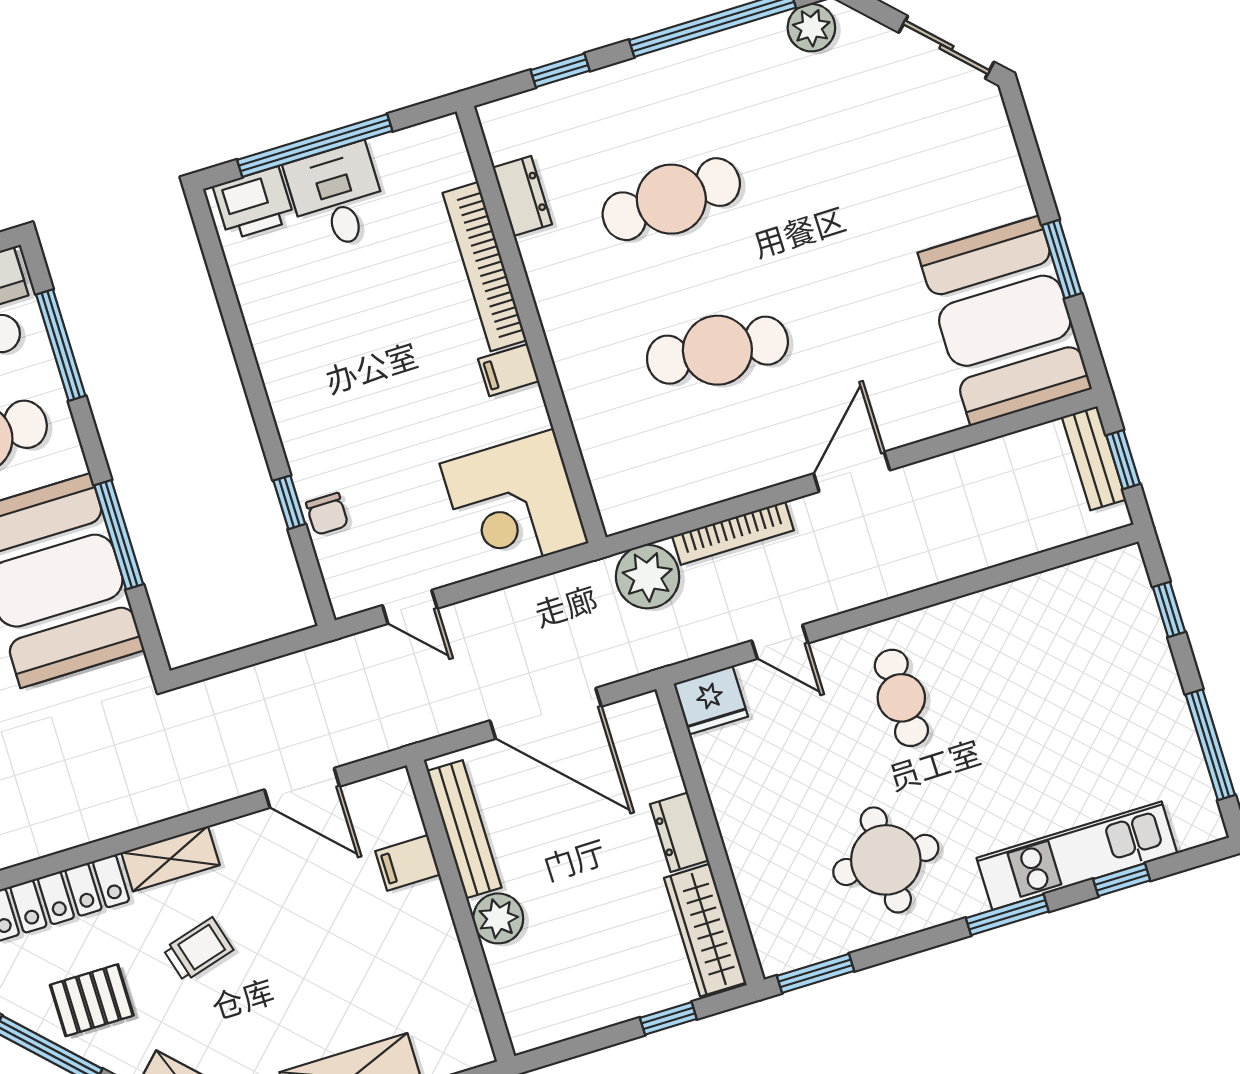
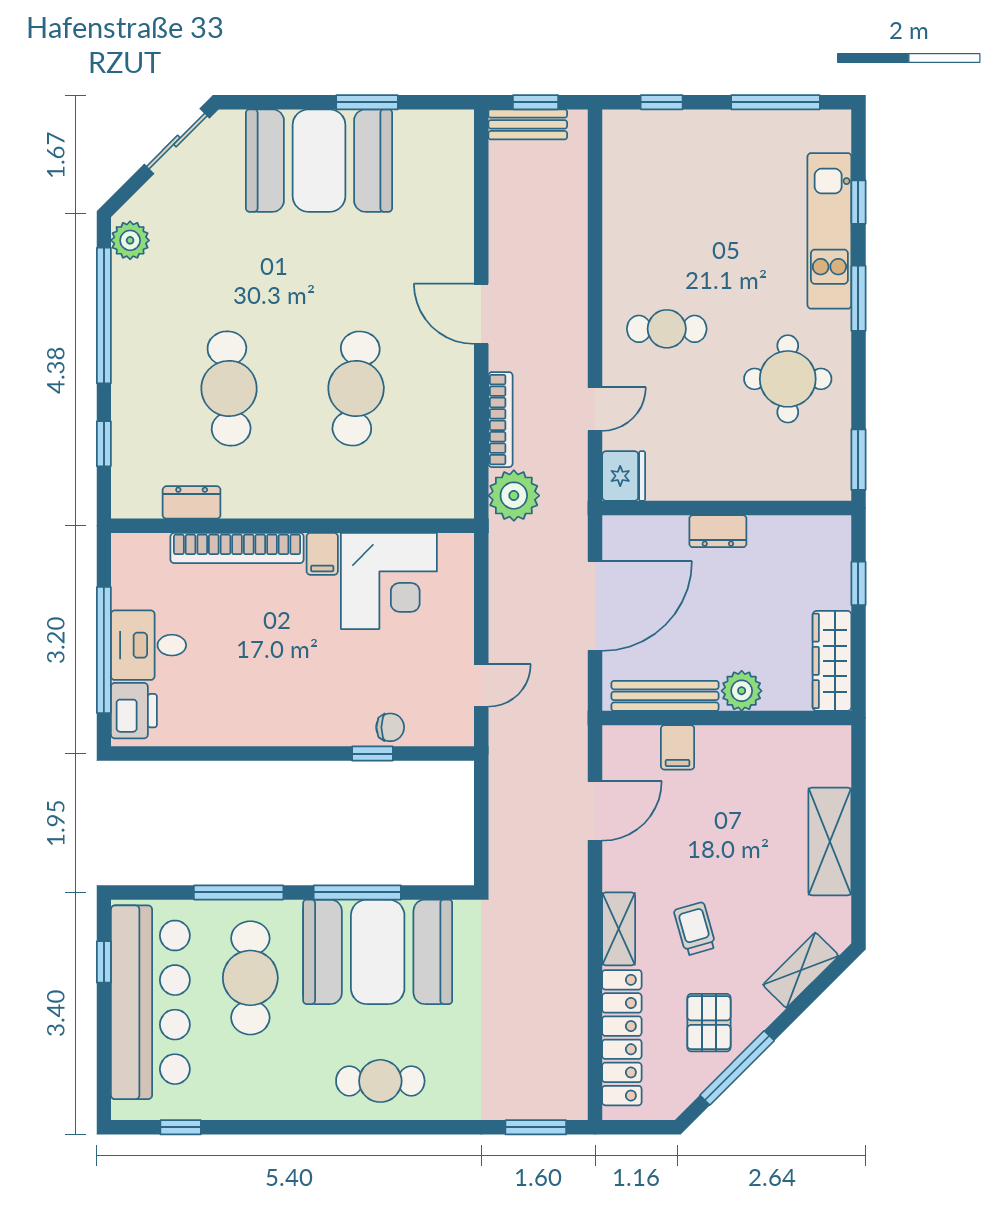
booth: (1005, 321) -> (319, 161), moved
window: (61, 345) -> (239, 892), moved
corner desk: (514, 503) -> (389, 581), moved
wardrobe: (705, 930) -> (832, 661), moved, turned 90

